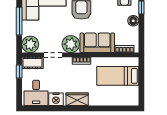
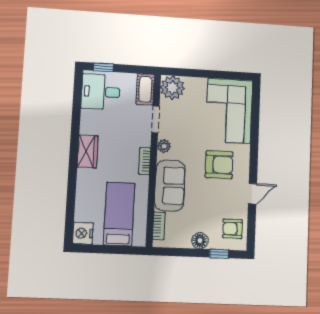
window: (19, 21) -> (206, 74), removed
plant: (71, 44) -> (164, 146), width x0.53, depth x0.53
window: (19, 71) -> (103, 67), moved
nightstand: (56, 99) -> (83, 233), moved

